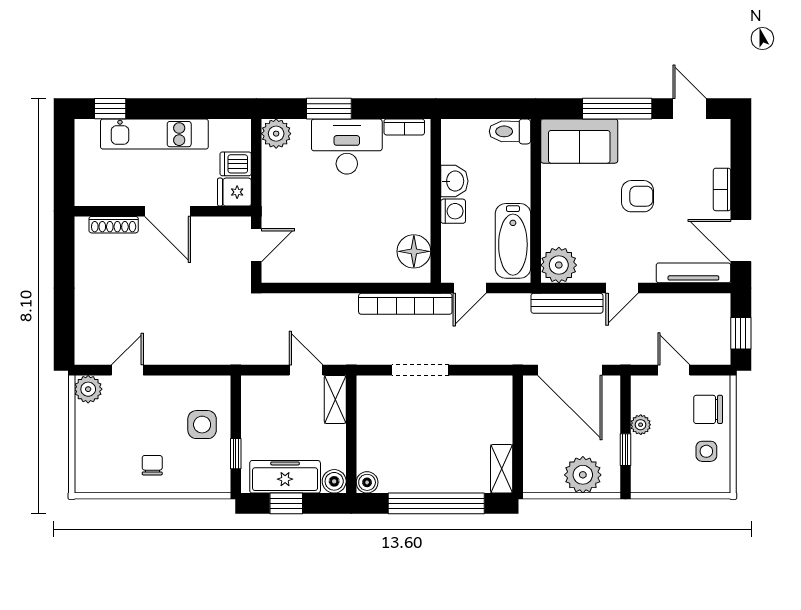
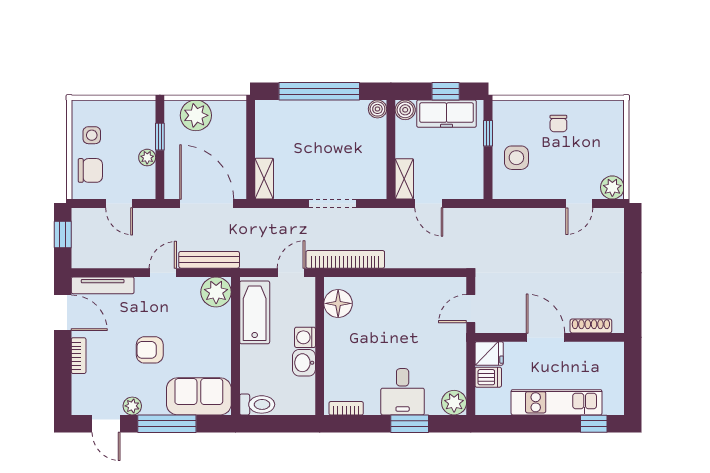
plant: (658, 130) -> (132, 406), added
desk: (347, 147) -> (403, 392), width x0.73
shelving: (502, 469) -> (264, 179), moved

